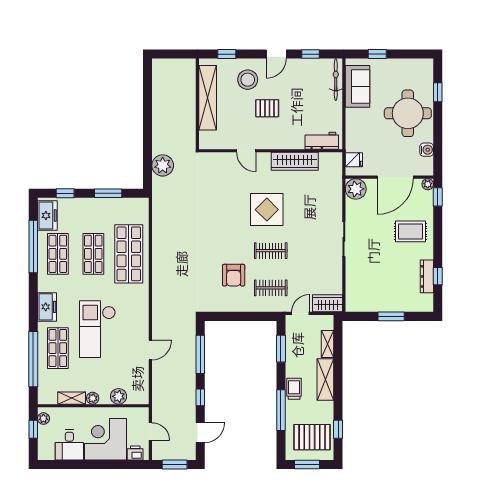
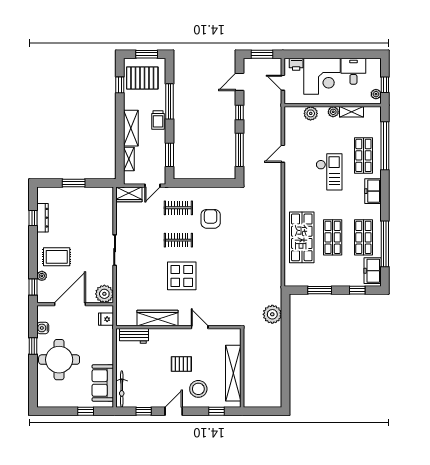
window: (438, 92) -> (33, 346), moved
plant: (428, 184) -> (42, 276), moved
checkout: (97, 329) -> (329, 172), width x0.73, depth x0.83

